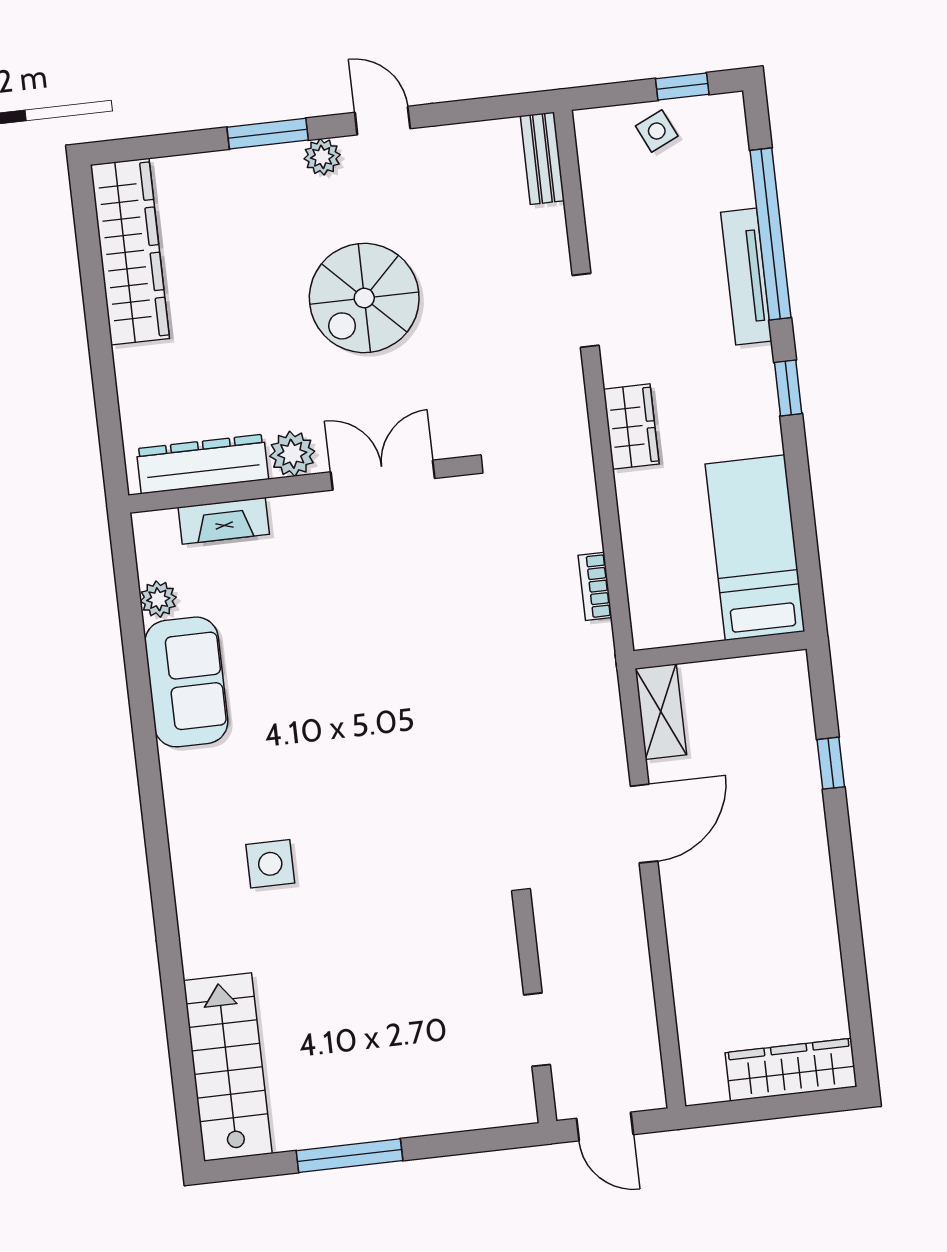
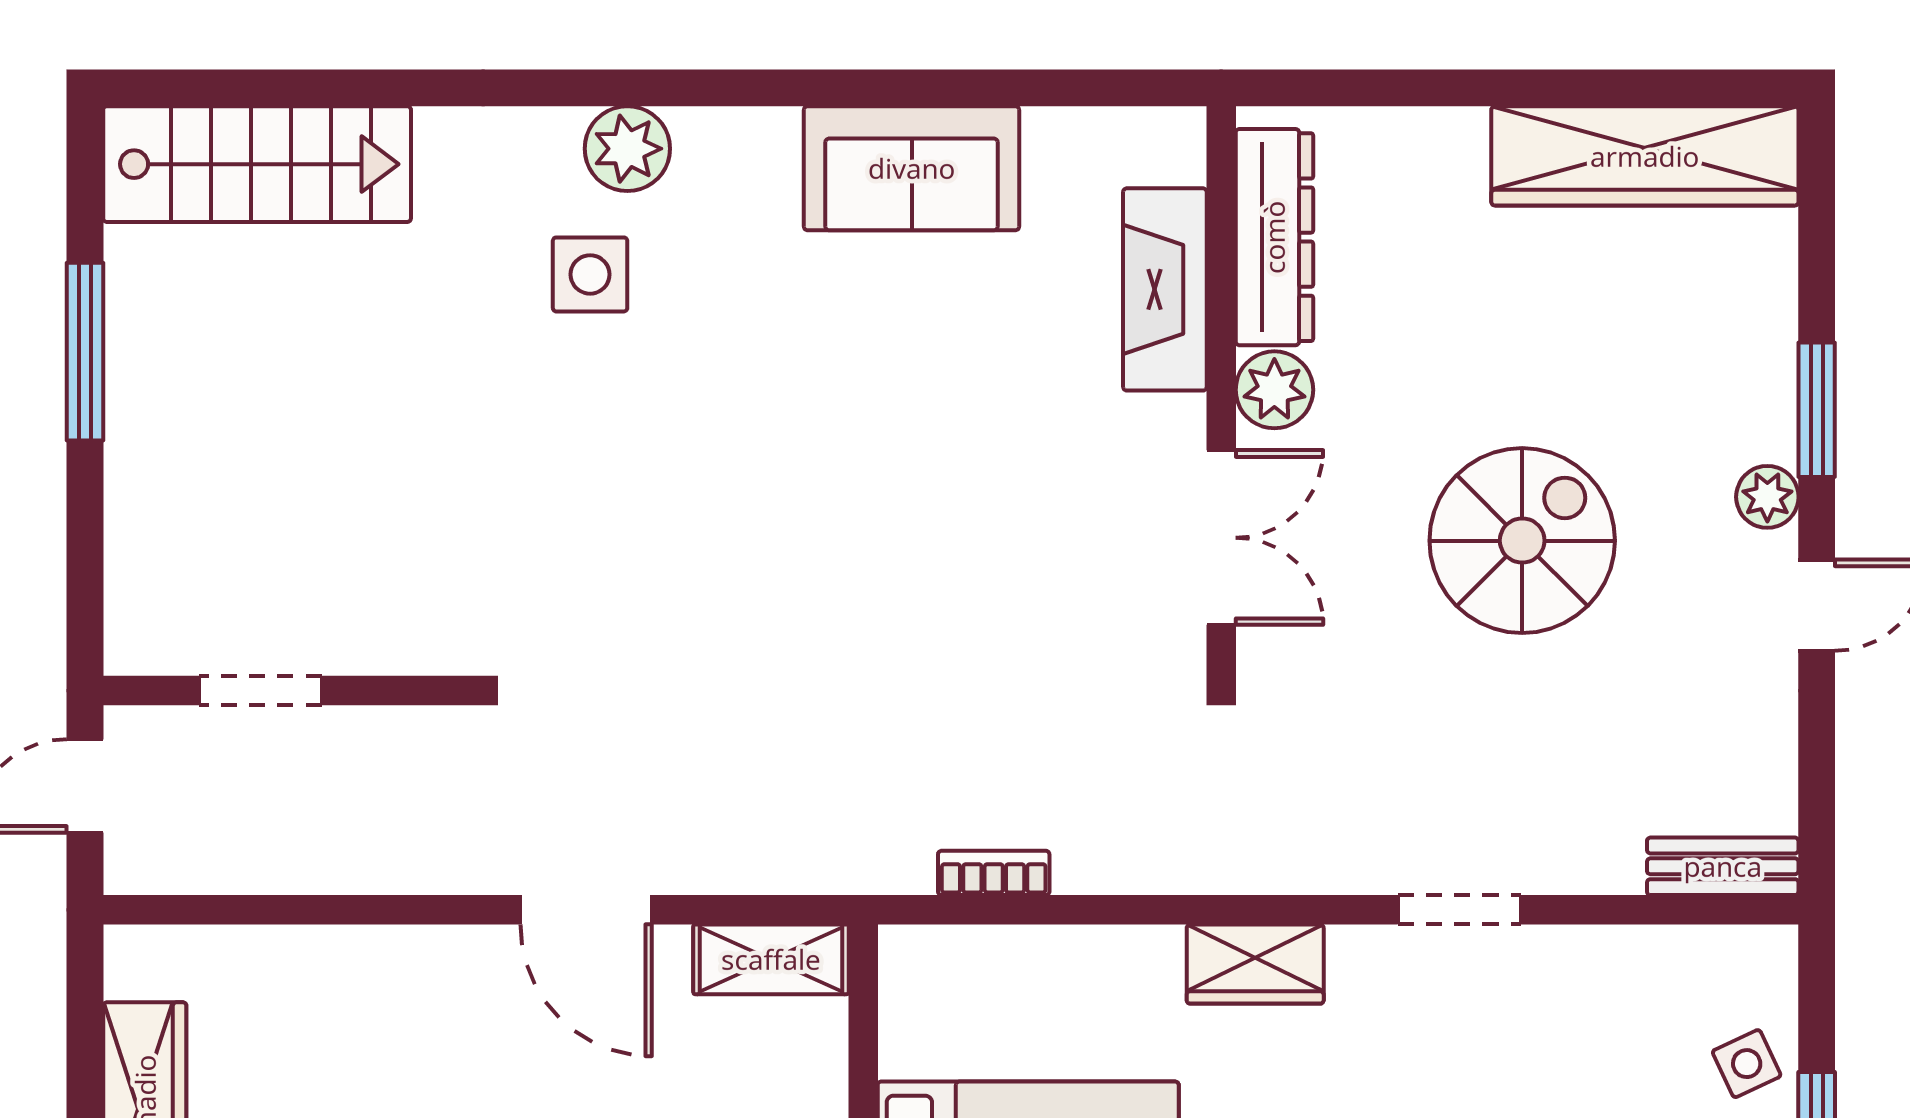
spiral stairs: (364, 298) -> (1522, 541), turned 90
fireplace: (224, 521) -> (1165, 289), width x1.37, depth x1.32
plant: (158, 599) -> (627, 149), moved, width x1.38, depth x1.38

